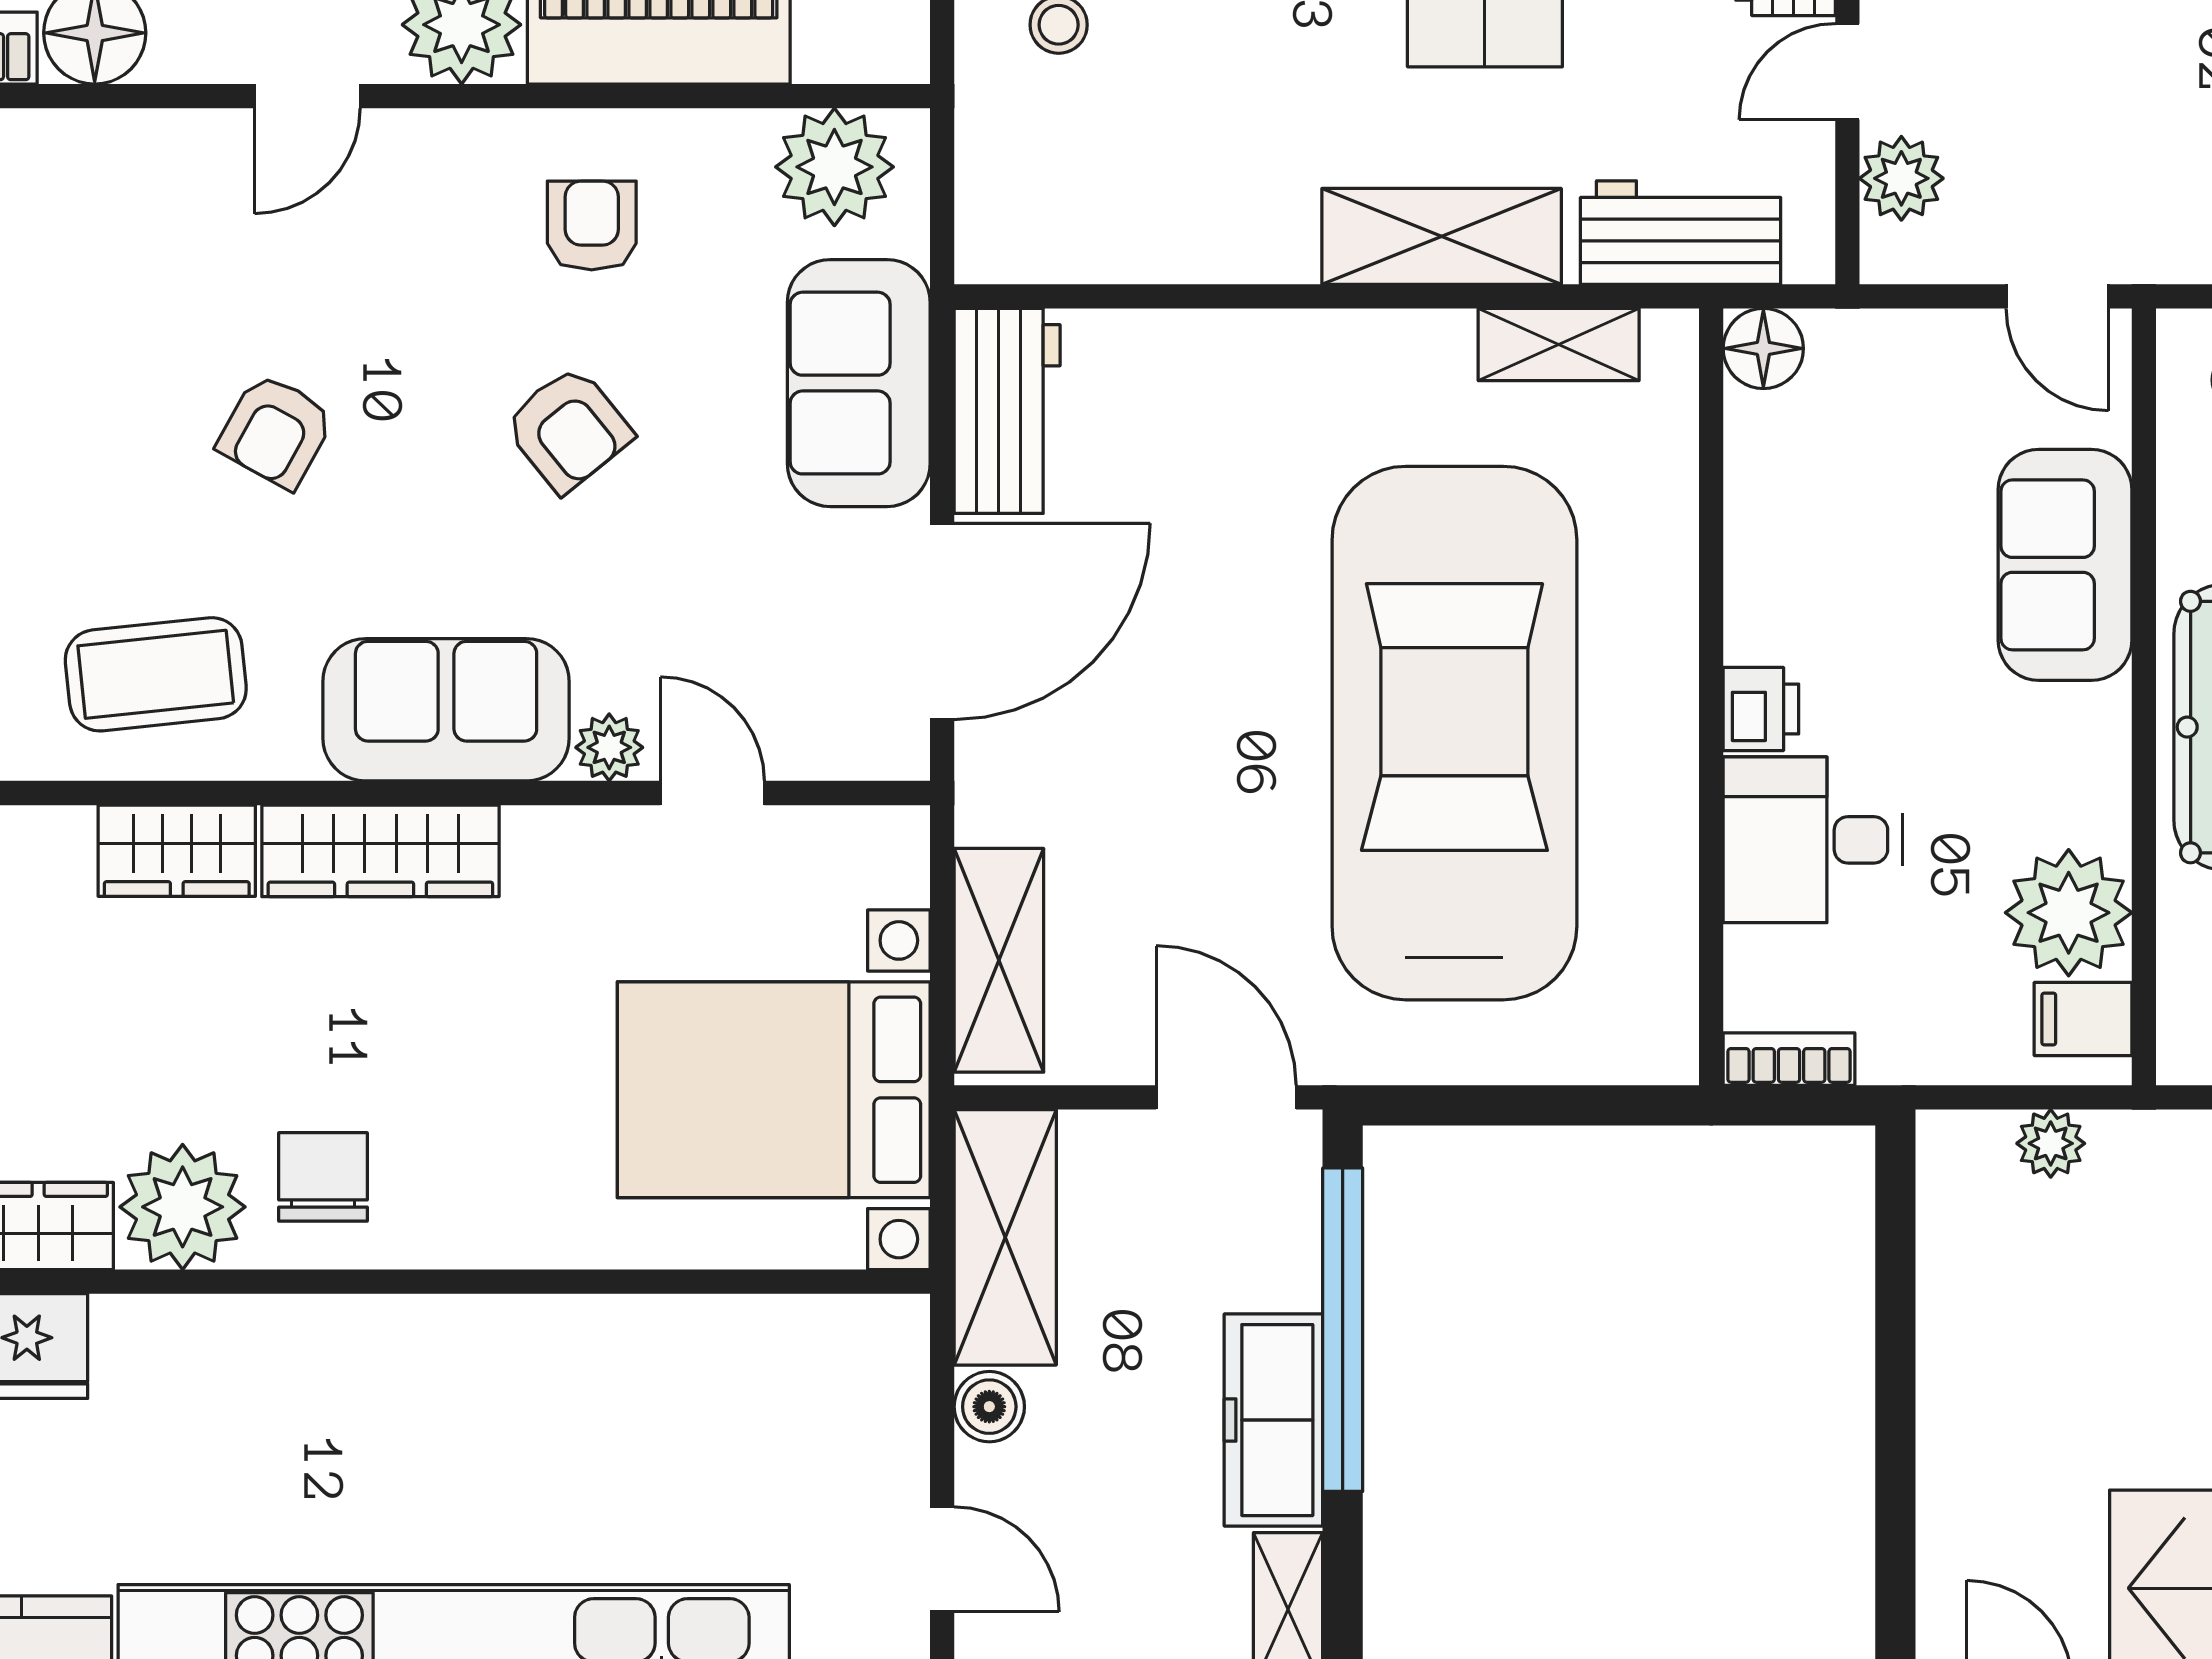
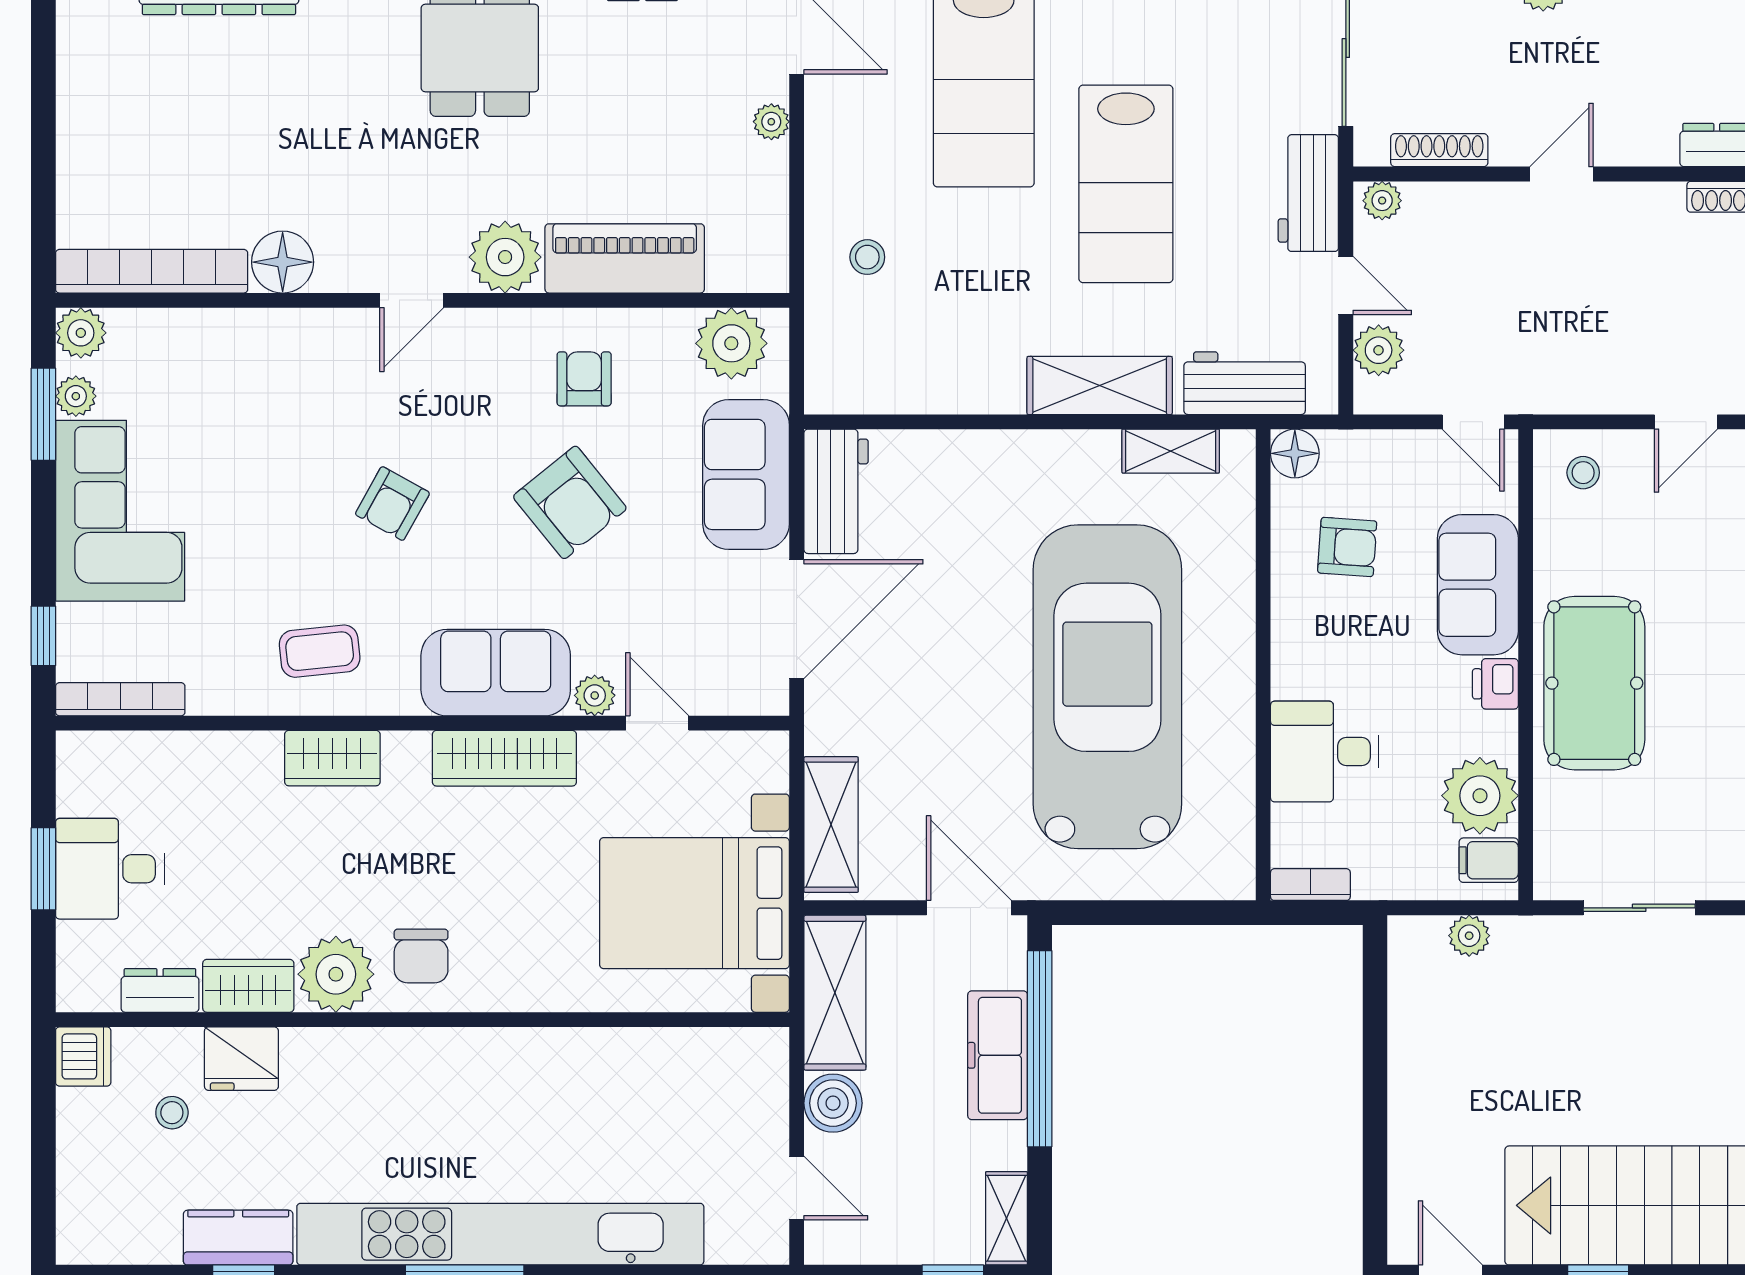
door: (1847, 72) -> (1346, 286), swing flipped
armchair: (568, 429) -> (570, 502), width x1.38, depth x1.38
armchair: (1850, 503) -> (1347, 547), added
coffee table: (156, 674) -> (320, 651), width x0.73, depth x0.77
printer: (1761, 709) -> (1495, 684), moved, turned 180
wardrobe: (380, 851) -> (504, 758), moved
chair: (323, 1177) -> (421, 956), turned 180
boiler: (989, 1407) -> (833, 1103), width x1.36, depth x1.36
freezer: (1273, 1420) -> (998, 1055), moved

